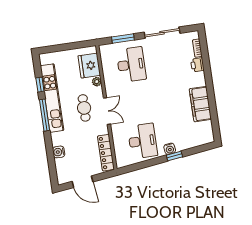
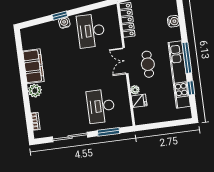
printer: (197, 65) -> (36, 105), removed
fridge: (89, 66) -> (139, 101), width x0.53, depth x0.75
plant: (199, 79) -> (35, 91), added

